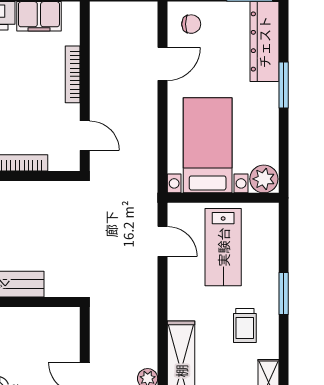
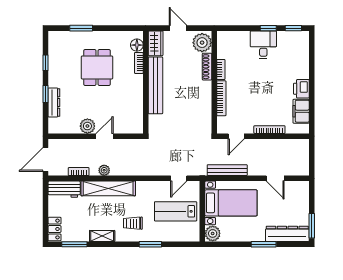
chair: (191, 24) -> (297, 194), removed
bench: (147, 152) -> (227, 170), added

